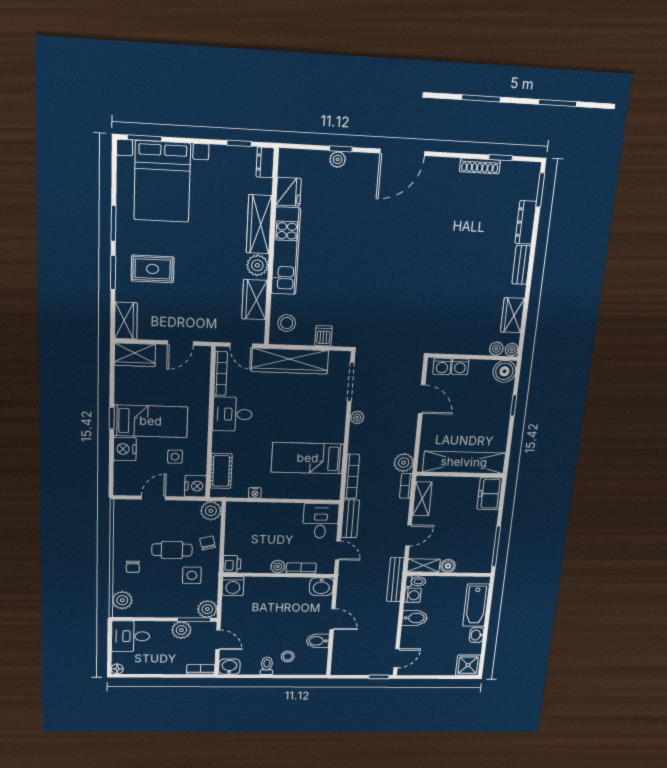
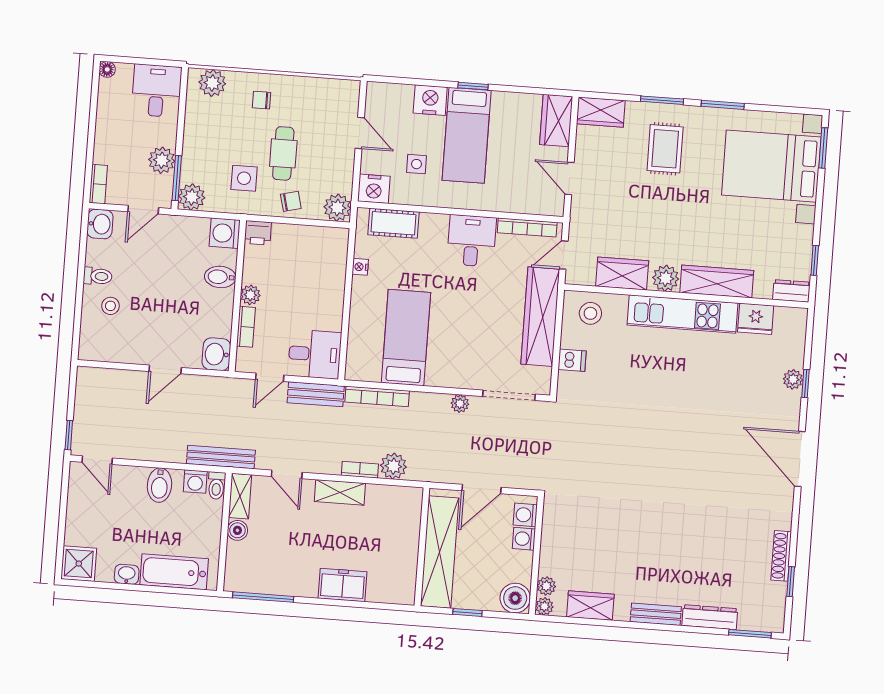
shelving: (464, 462) -> (440, 552), moved
wall: (460, 475) -> (422, 547), moved
bidet: (318, 641) -> (220, 277), moved, turned -90

